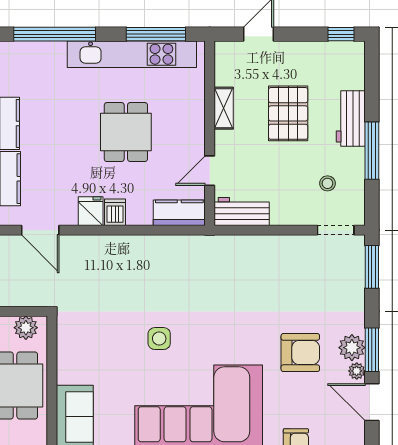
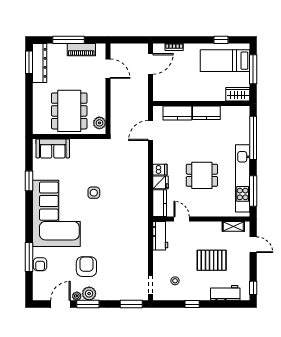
shelving: (224, 108) -> (233, 226), moved
workbench: (351, 119) -> (225, 293), moved
window: (372, 151) -> (192, 304), width x0.46
fridge: (91, 211) -> (160, 182), moved
armchair: (300, 353) -> (86, 267), turned 180

